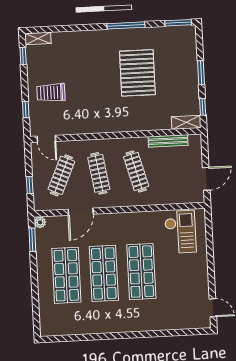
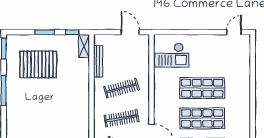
pallet: (137, 73) -> (38, 64), moved
checkout: (180, 232) -> (172, 55), turned 180

